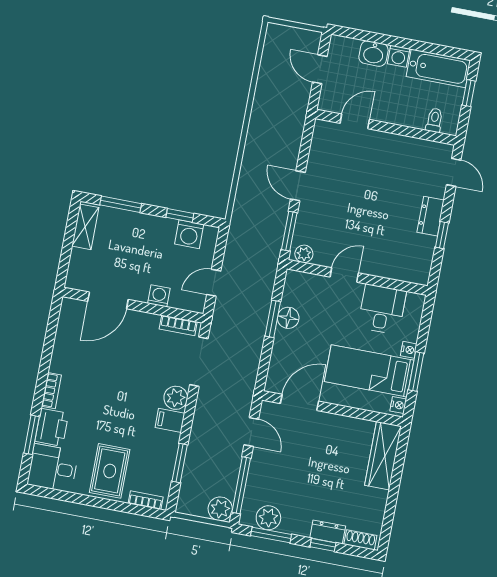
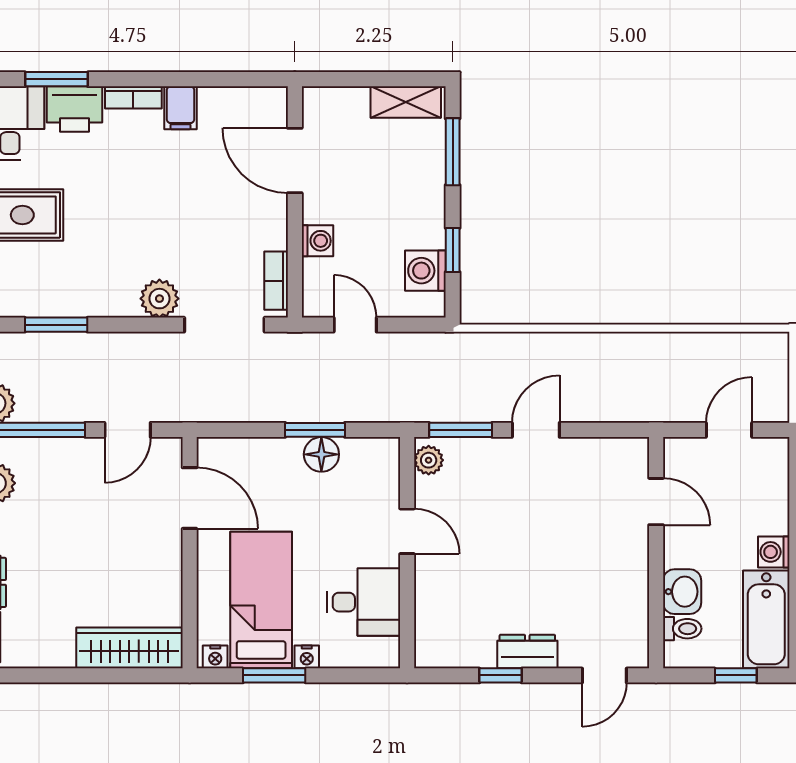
washbasin: (373, 54) -> (682, 592), moved, turned 180
filing cabinet: (170, 420) -> (180, 108), moved, turned 180

